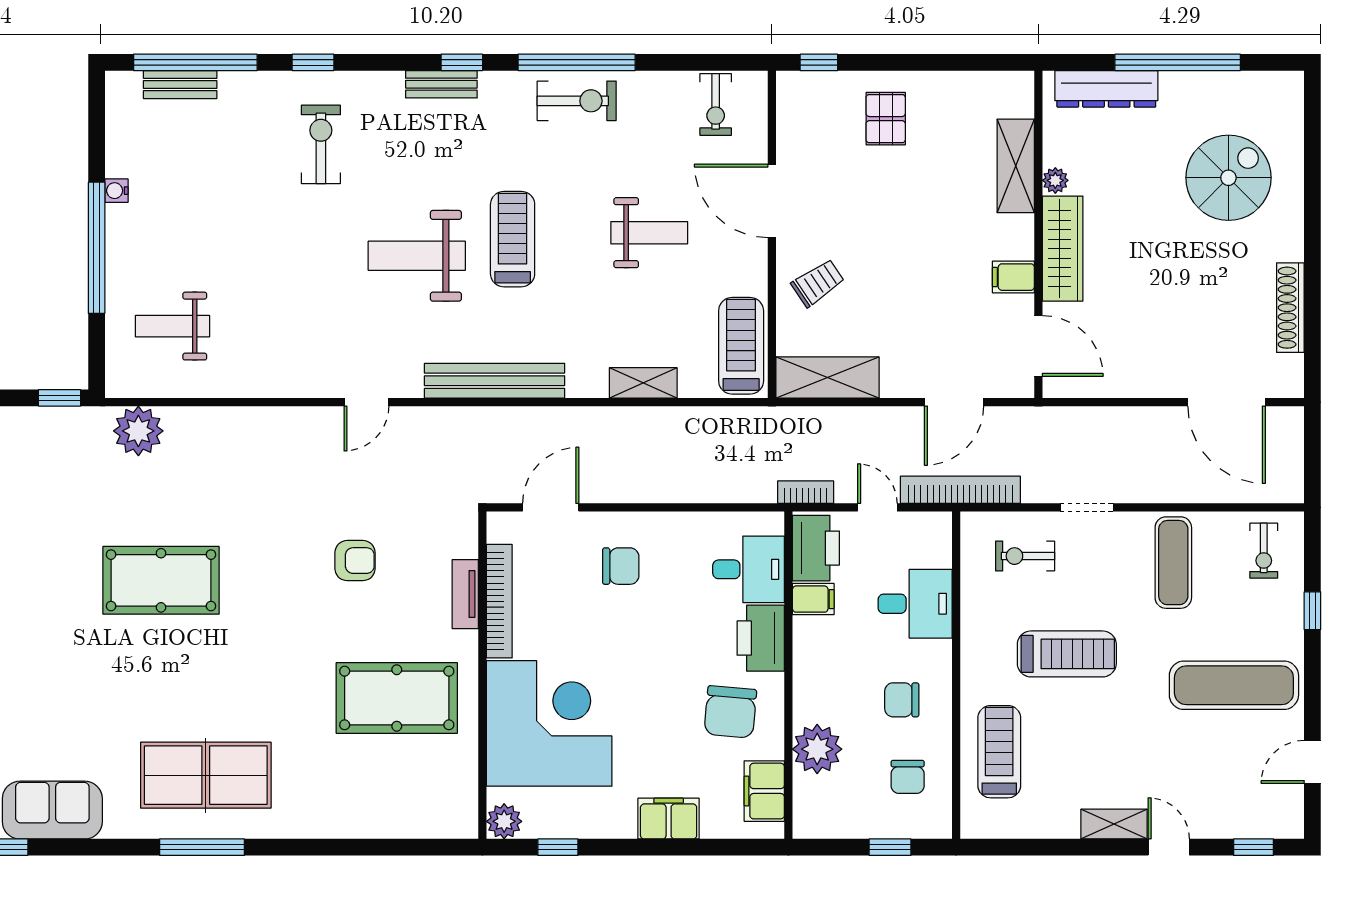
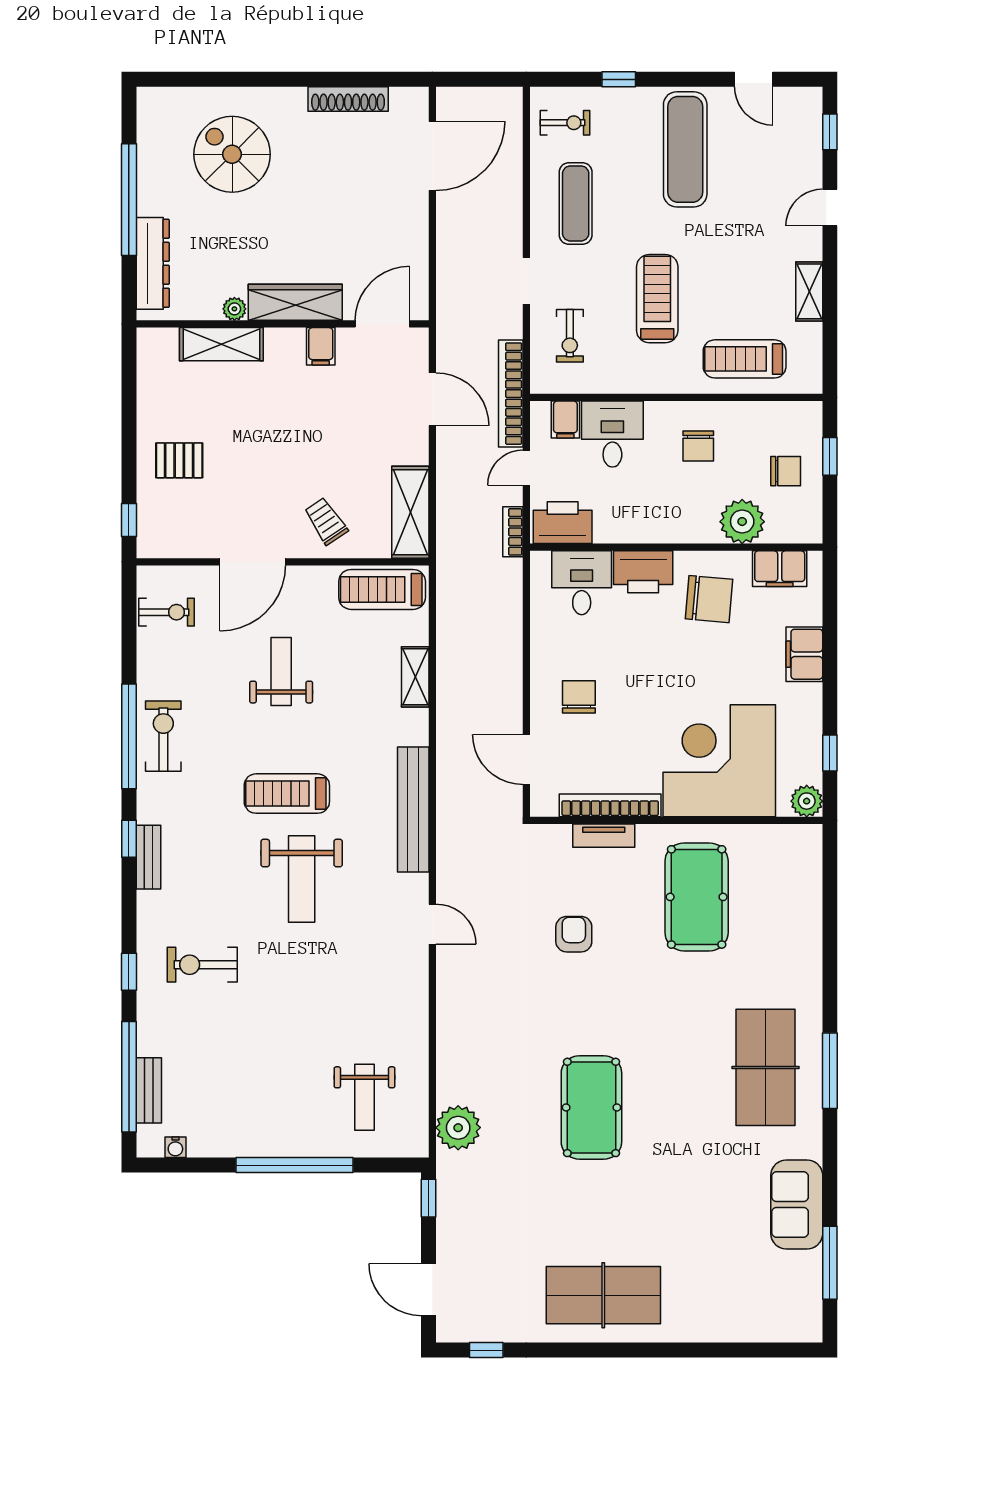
water cooler: (116, 191) -> (175, 1147), moved
exercise mat: (1173, 563) -> (576, 203), turned 90
filing cabinet: (813, 599) -> (565, 420), moved, turned 180
chair: (908, 777) -> (786, 471), moved
shelving: (1114, 824) -> (809, 291), moved

